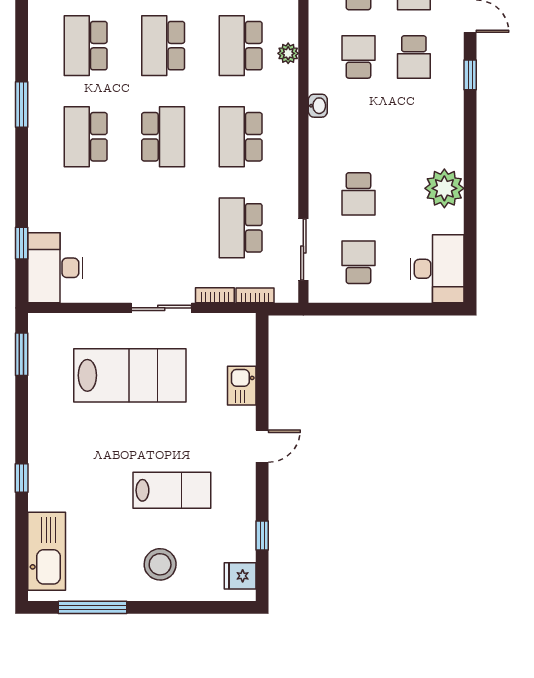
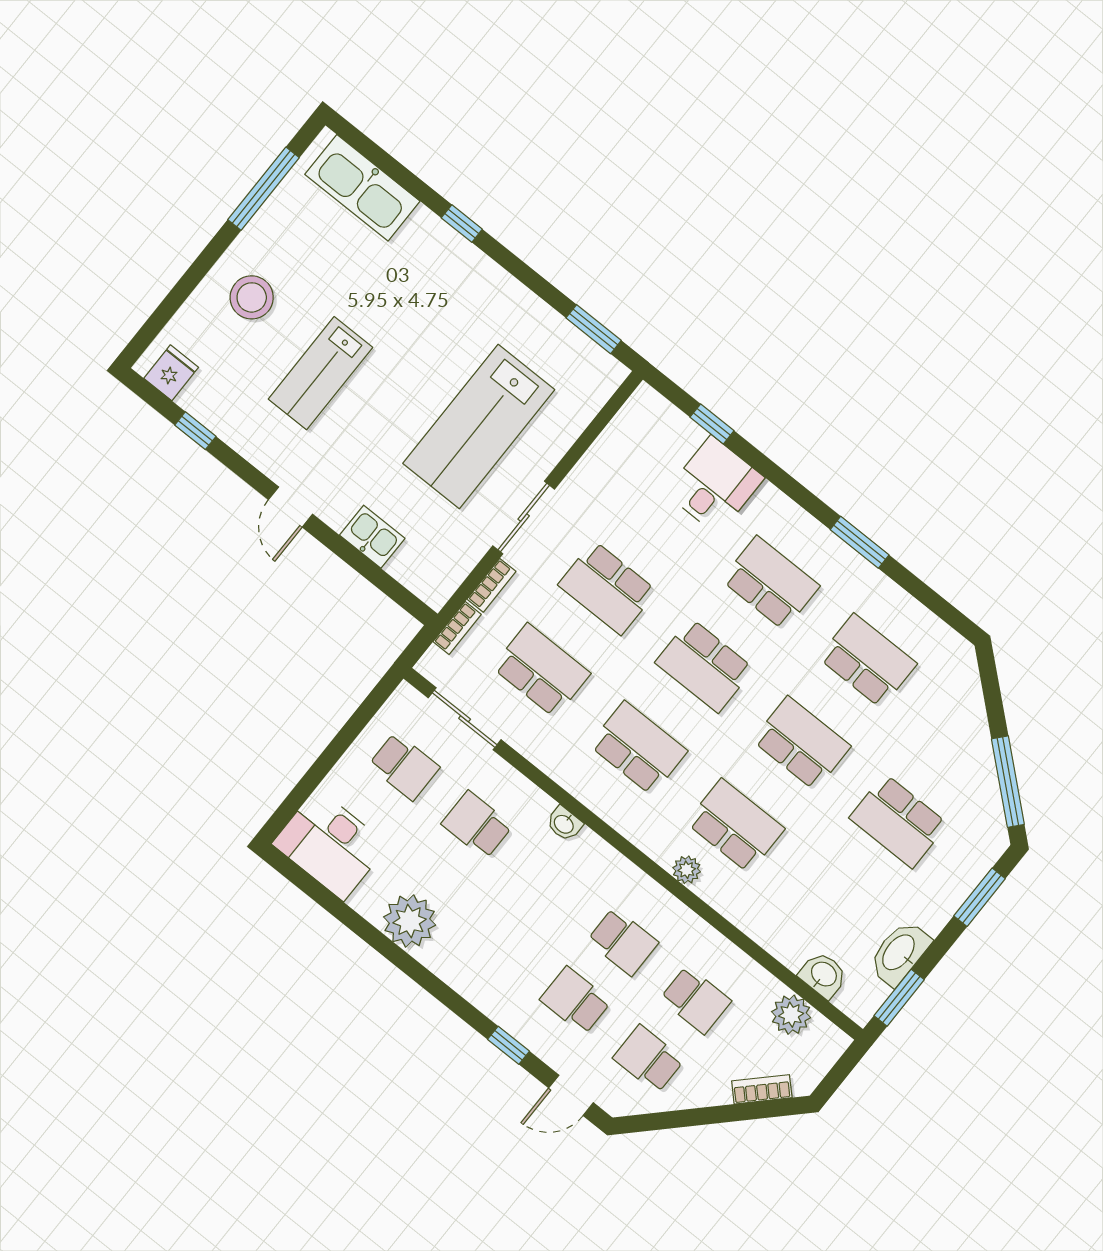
washbasin: (318, 106) -> (564, 824), moved
school desk: (163, 228) -> (607, 588), added
desk: (55, 268) -> (715, 485), moved, width x0.73

